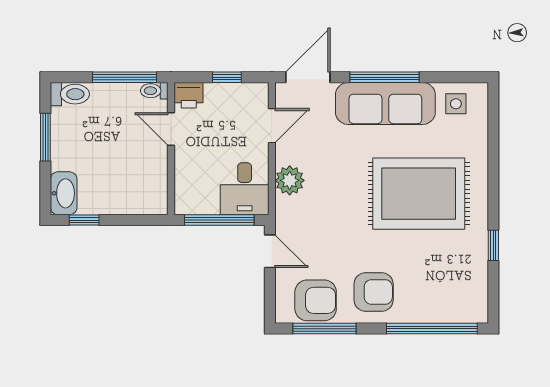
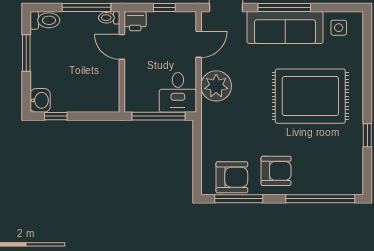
plant: (290, 180) -> (216, 86), width x1.36, depth x1.36
washbasin: (64, 193) -> (40, 100), width x0.72
door: (270, 251) -> (197, 140), removed

